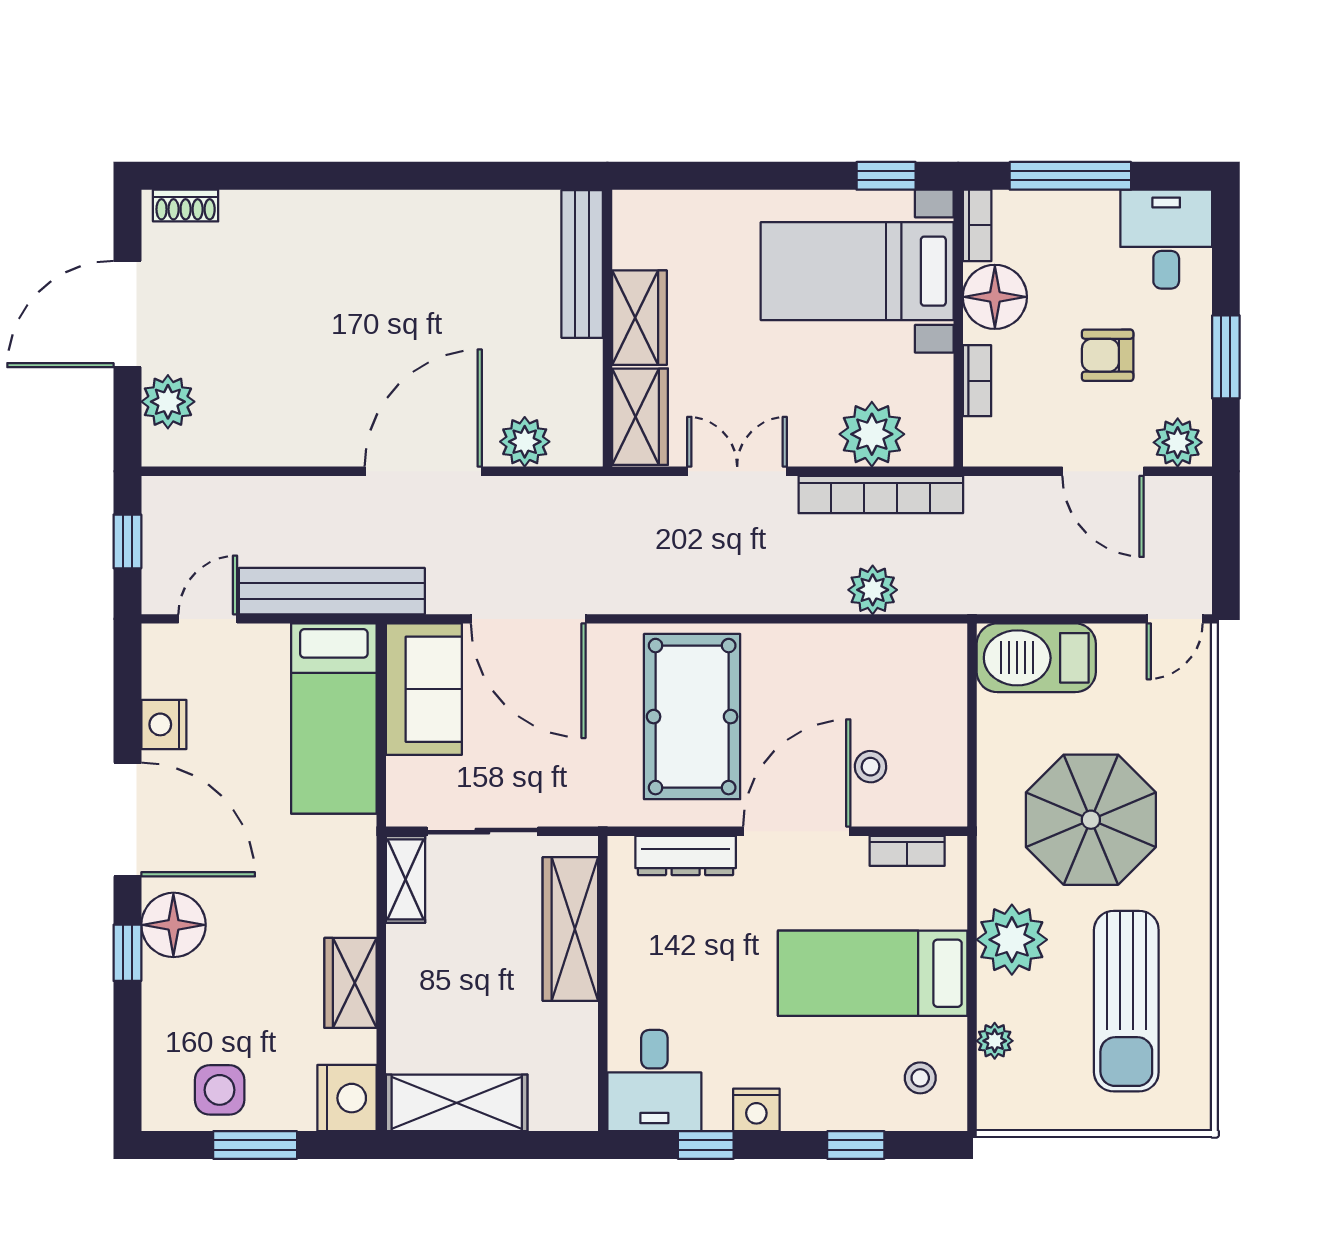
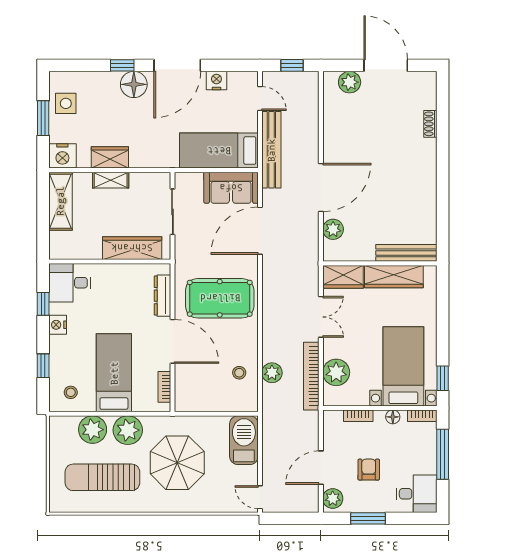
shoe rack: (186, 206) -> (430, 124), moved
floor lamp: (995, 297) -> (393, 417), width x0.53, depth x0.53
wardrobe: (639, 318) -> (394, 277), width x1.50
door: (423, 471) -> (321, 187), hinge flipped
stool: (871, 767) -> (239, 373), moved
shelving: (405, 879) -> (111, 180), moved
plant: (995, 1041) -> (93, 430), width x1.88, depth x1.88

